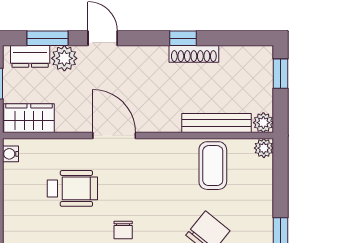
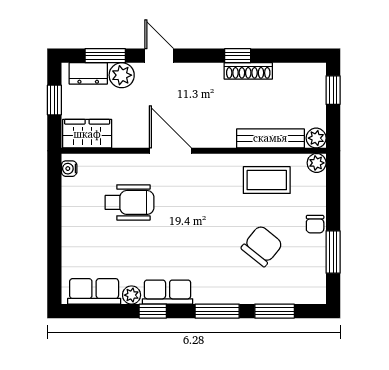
coffee table: (213, 166) -> (267, 180), turned 90
chair: (123, 230) -> (315, 224), moved

